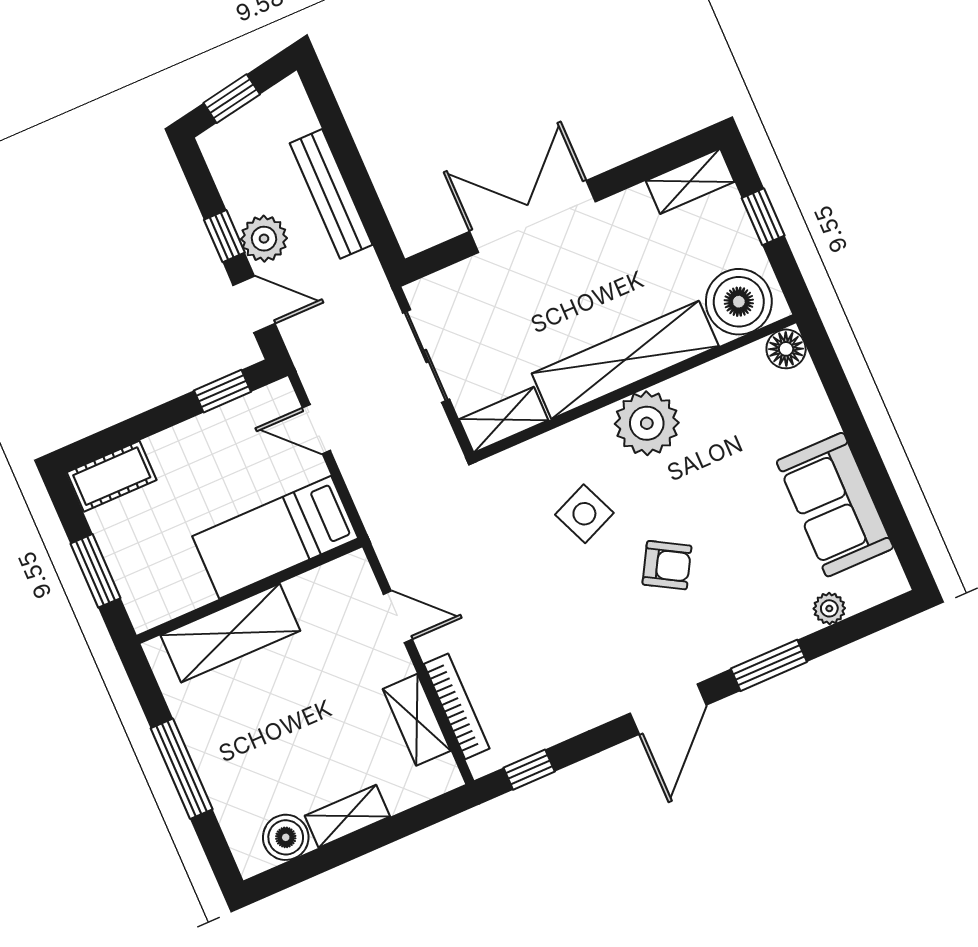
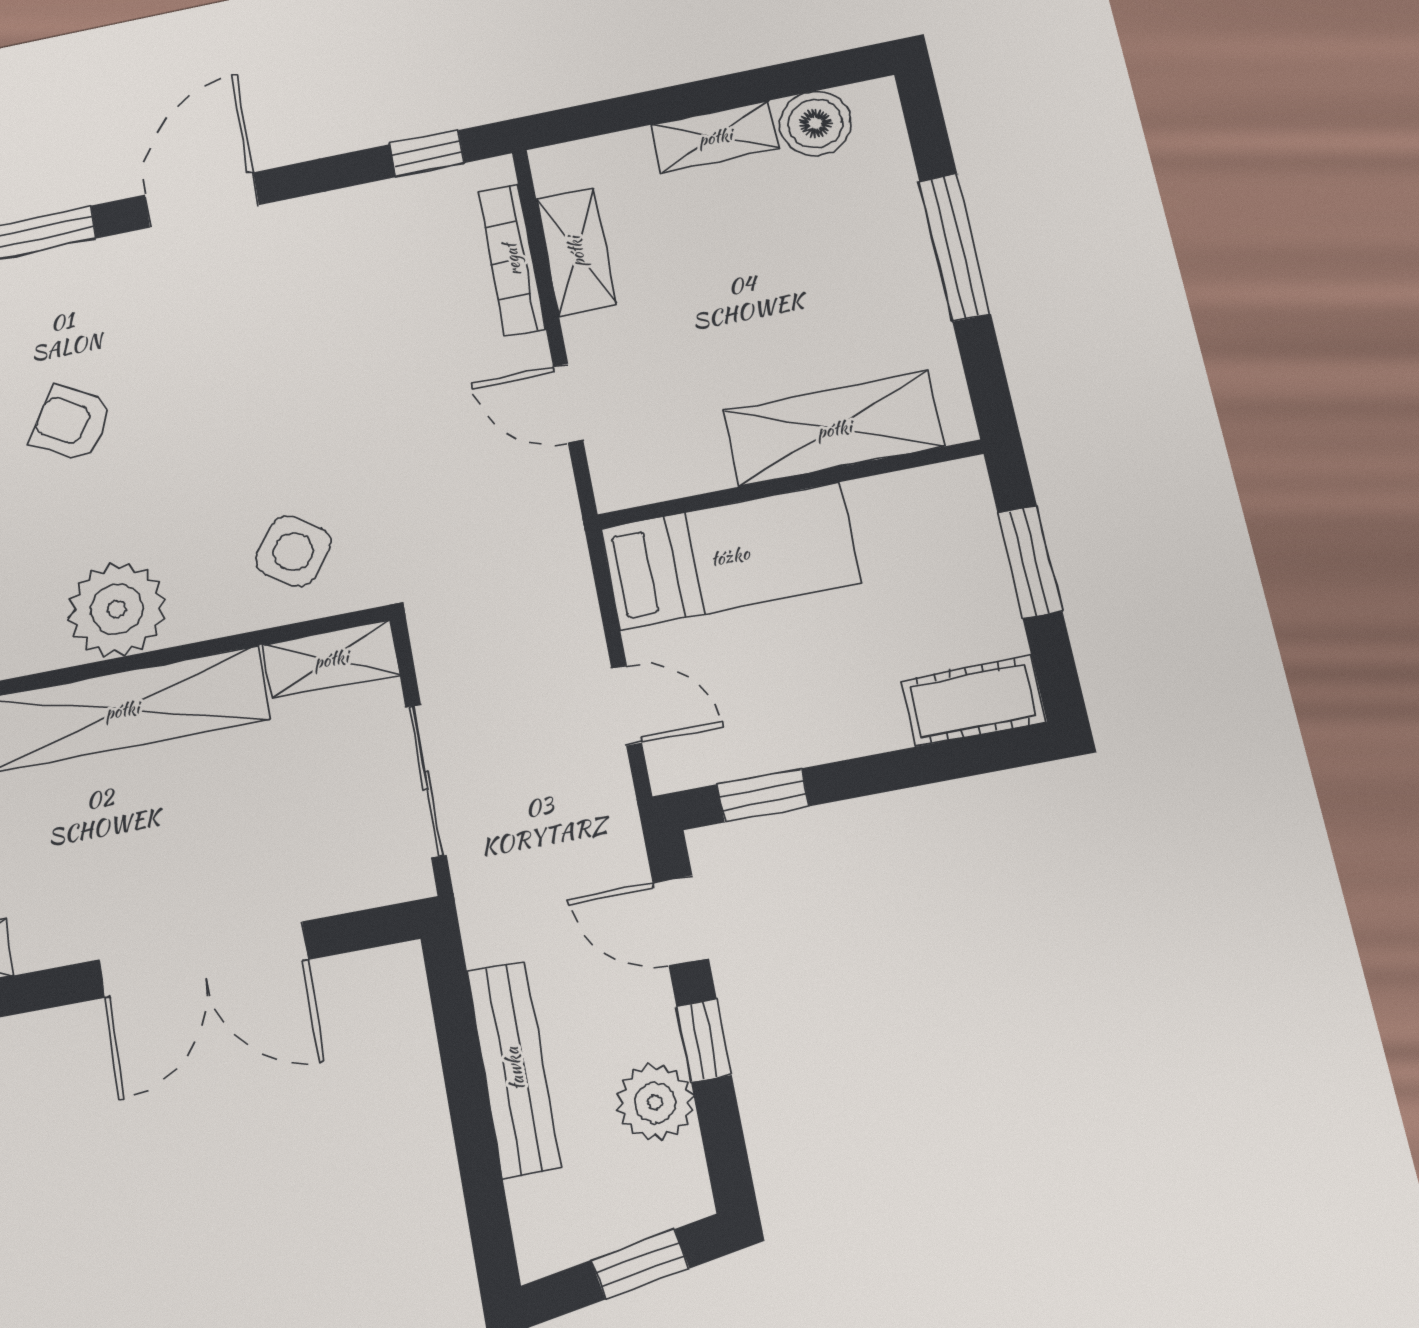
plant: (264, 239) -> (655, 1102), moved
side table: (584, 514) -> (293, 551), moved, turned -31
armchair: (667, 565) -> (71, 423), moved

